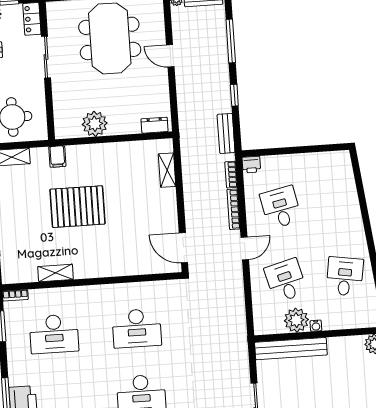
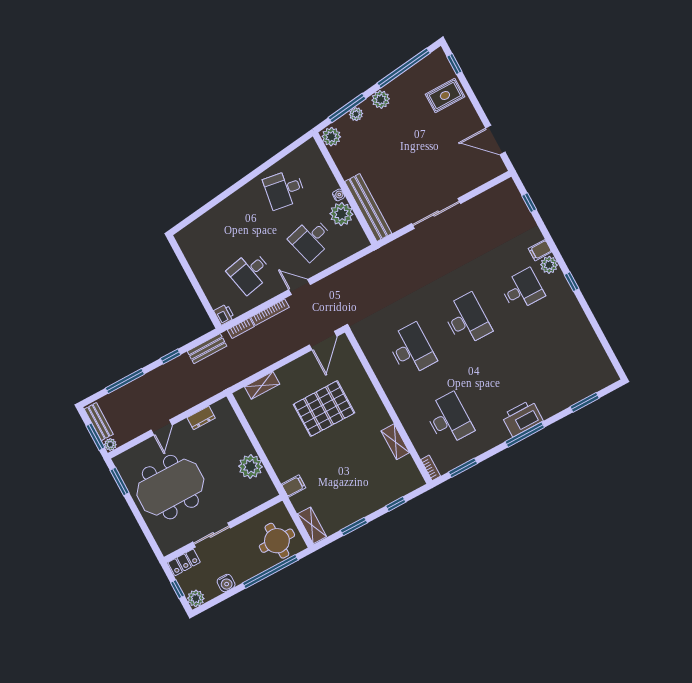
dresser: (155, 125) -> (201, 418), moved, turned -90
pallet: (77, 207) -> (324, 409), moved, turned 90

